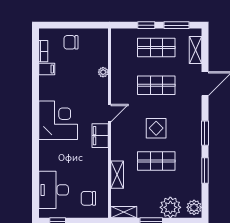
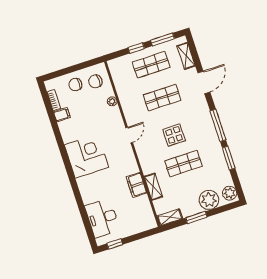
window: (205, 133) -> (218, 125), width x1.44
filing cabinet: (100, 136) -> (136, 185), moved
chair: (88, 198) -> (95, 81), moved

